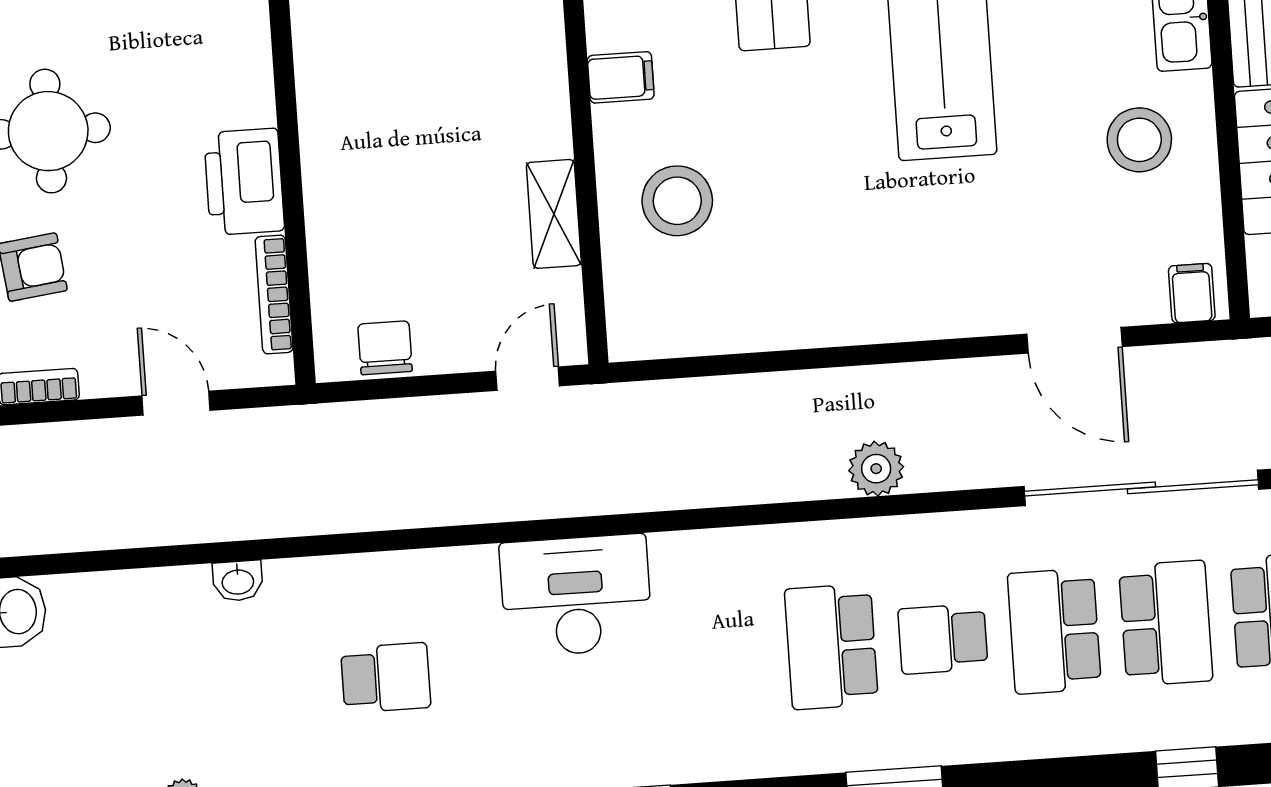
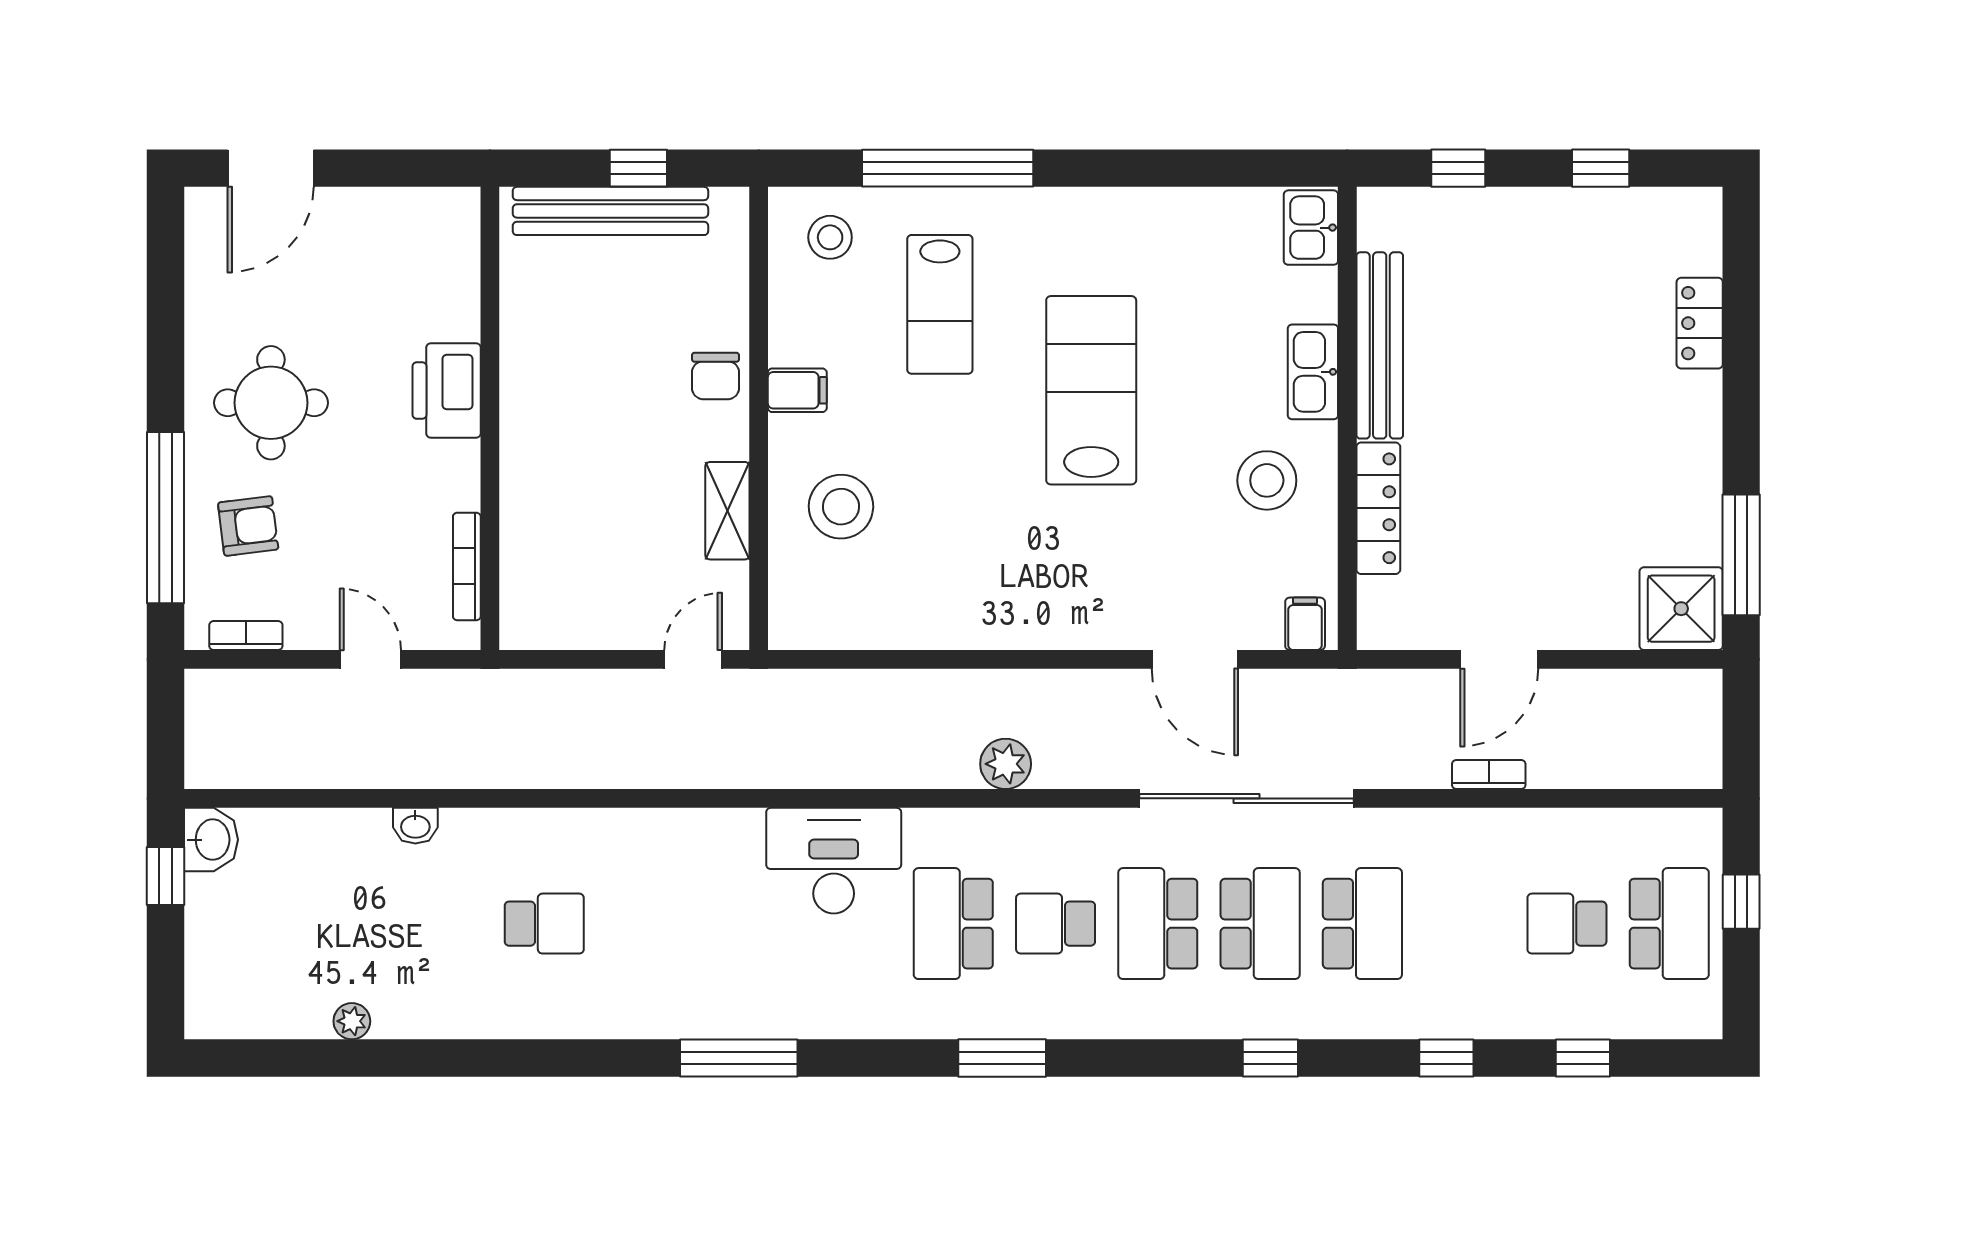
printer: (244, 182) -> (447, 390), moved
chair: (385, 348) -> (715, 376), moved, turned 180
desk: (576, 596) -> (834, 861), moved

